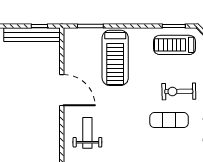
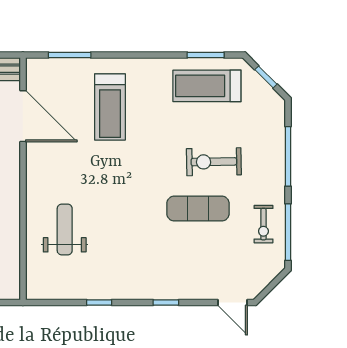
treadmill: (115, 58) -> (110, 107), width x0.73, depth x0.73
door: (62, 90) -> (23, 116), moved

